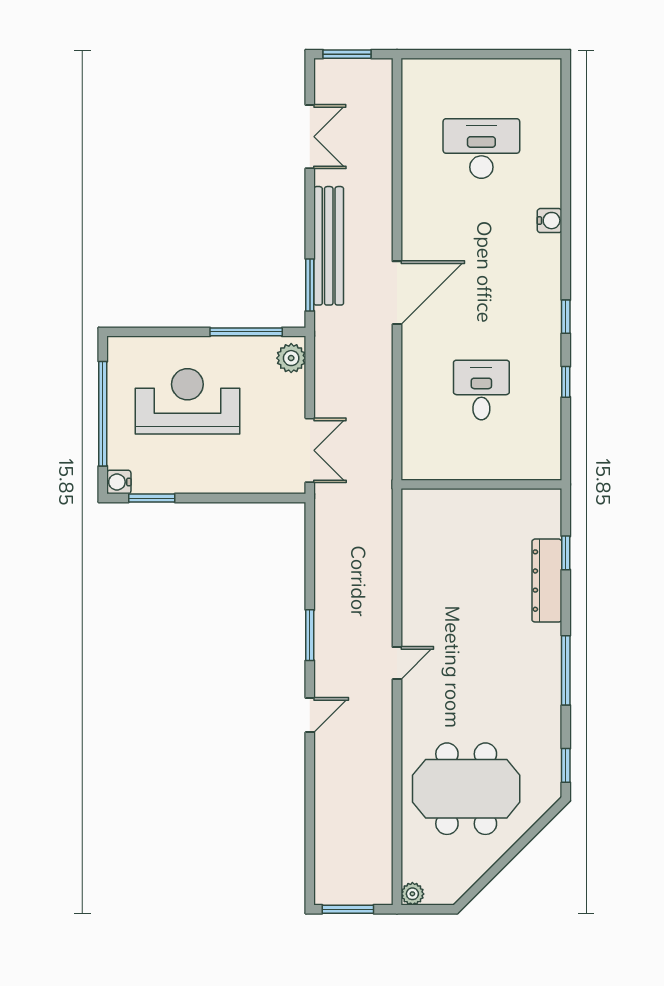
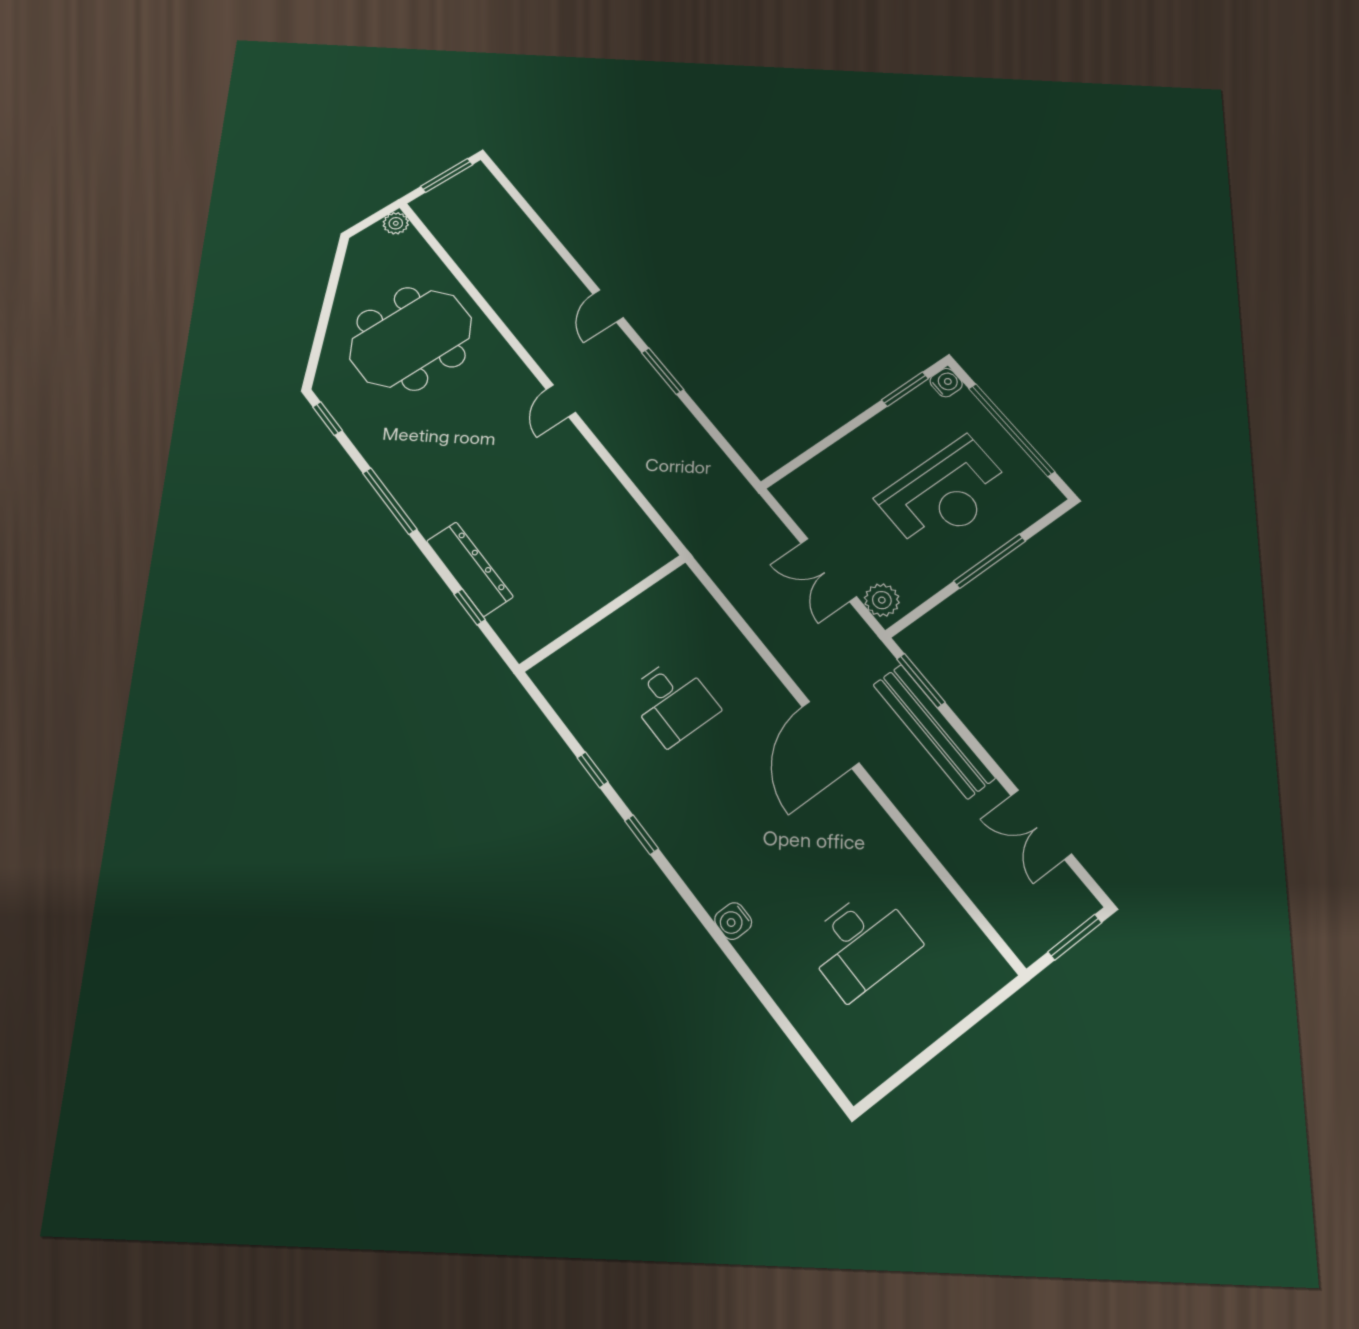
window: (246, 332) -> (990, 561), moved
double door: (310, 450) -> (828, 570), moved

